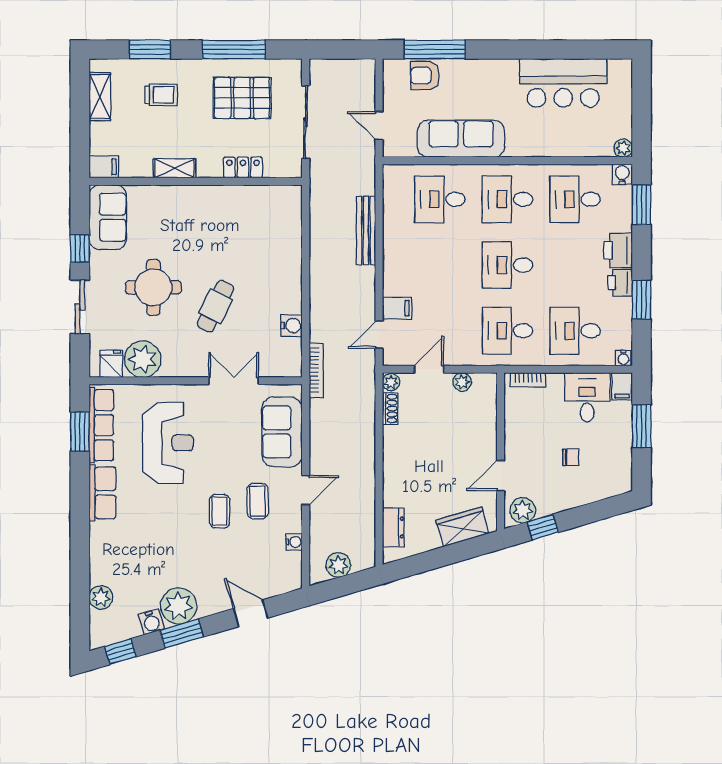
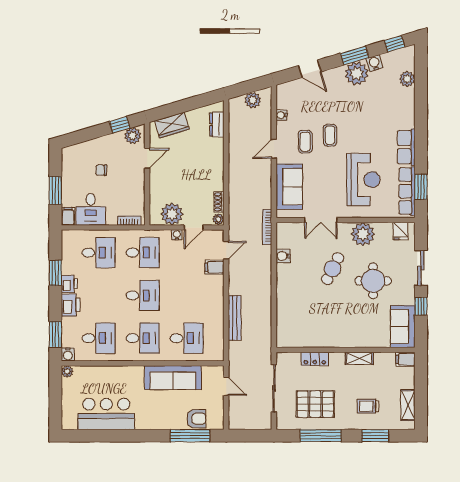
water cooler: (623, 358) -> (177, 235), moved
plant: (143, 359) -> (363, 234), moved
plant: (462, 382) -> (172, 214), width x1.87, depth x1.87
reception desk: (168, 443) -> (364, 180), turned 180

